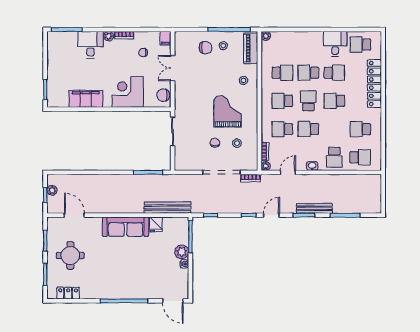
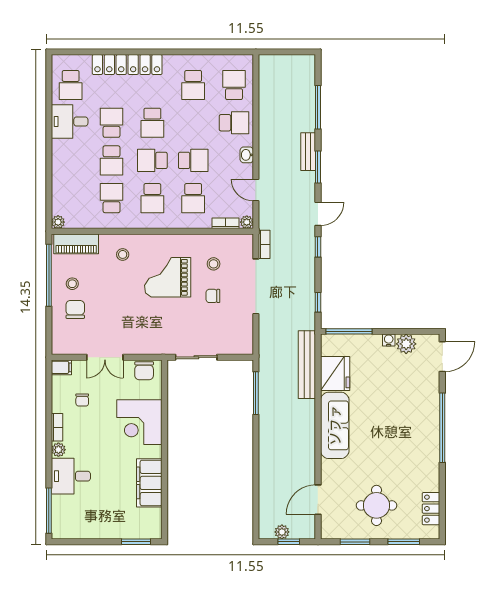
school desk: (308, 129) -> (193, 160), turned -90
bench: (314, 208) -> (308, 152), width x0.73
door: (271, 215) -> (318, 214), swing flipped
fridge: (156, 224) -> (335, 373), width x1.88, depth x1.34
plant: (182, 252) -> (406, 344), moved

